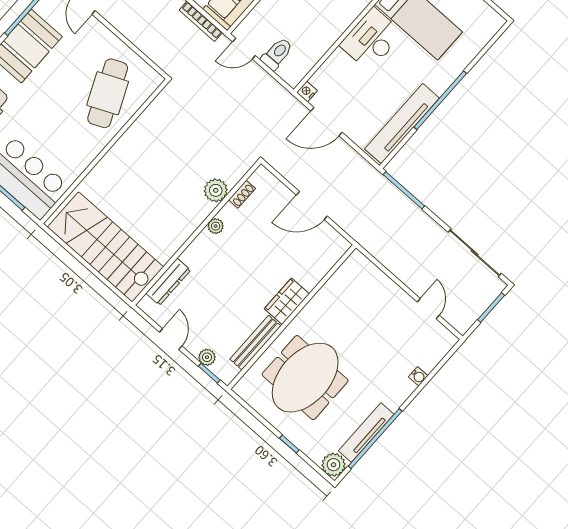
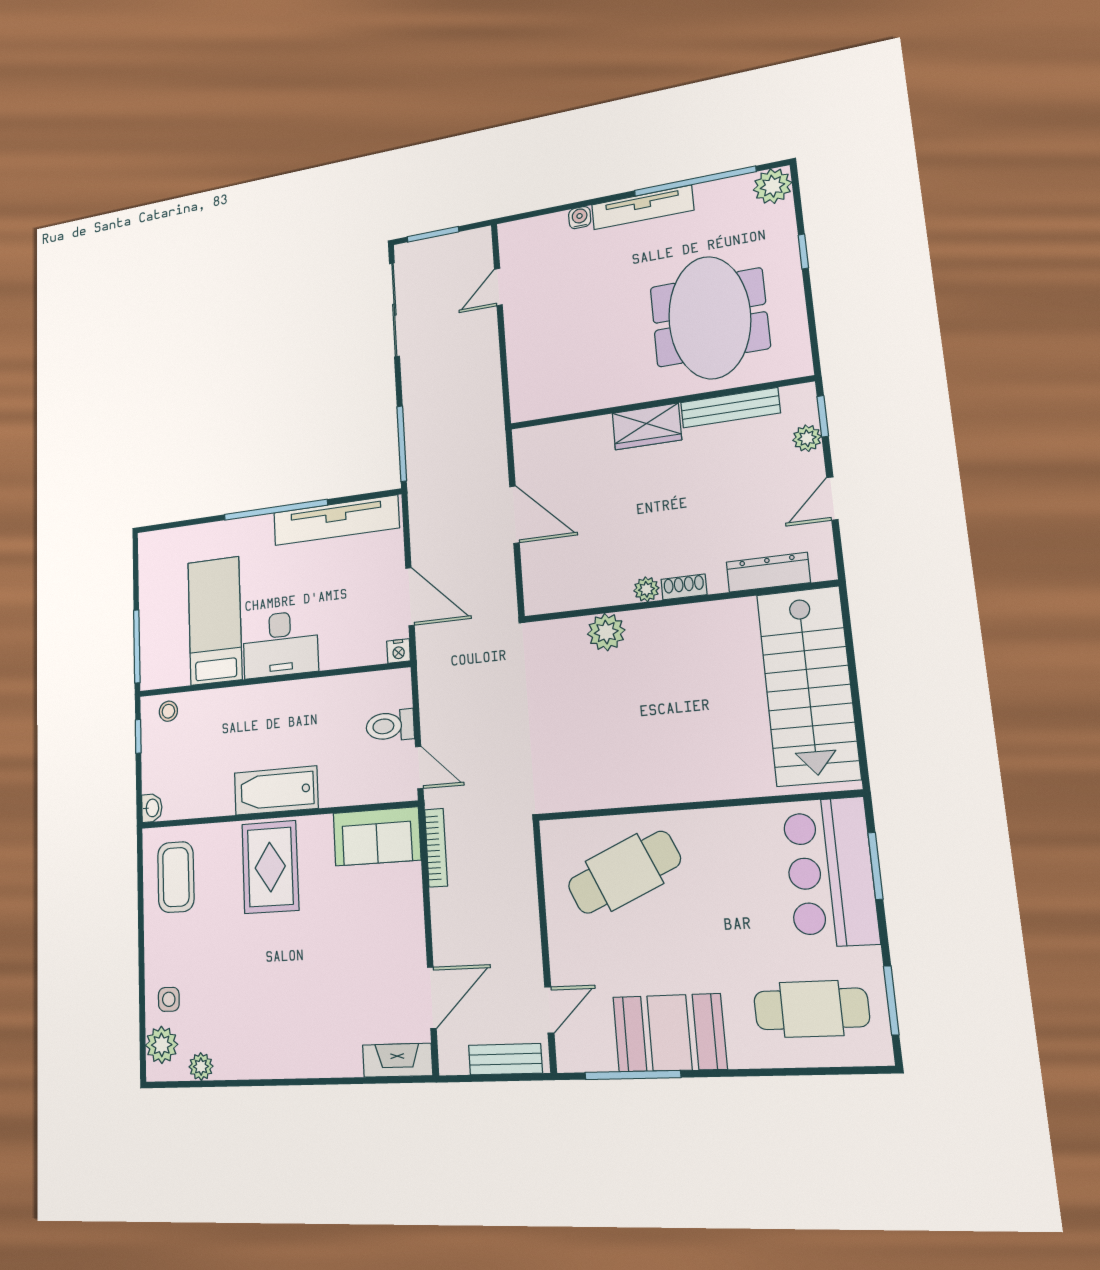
shoe rack: (242, 194) -> (684, 587), moved
meeting table: (305, 378) -> (710, 317), turned 90
tv unit: (366, 432) -> (642, 207), moved

